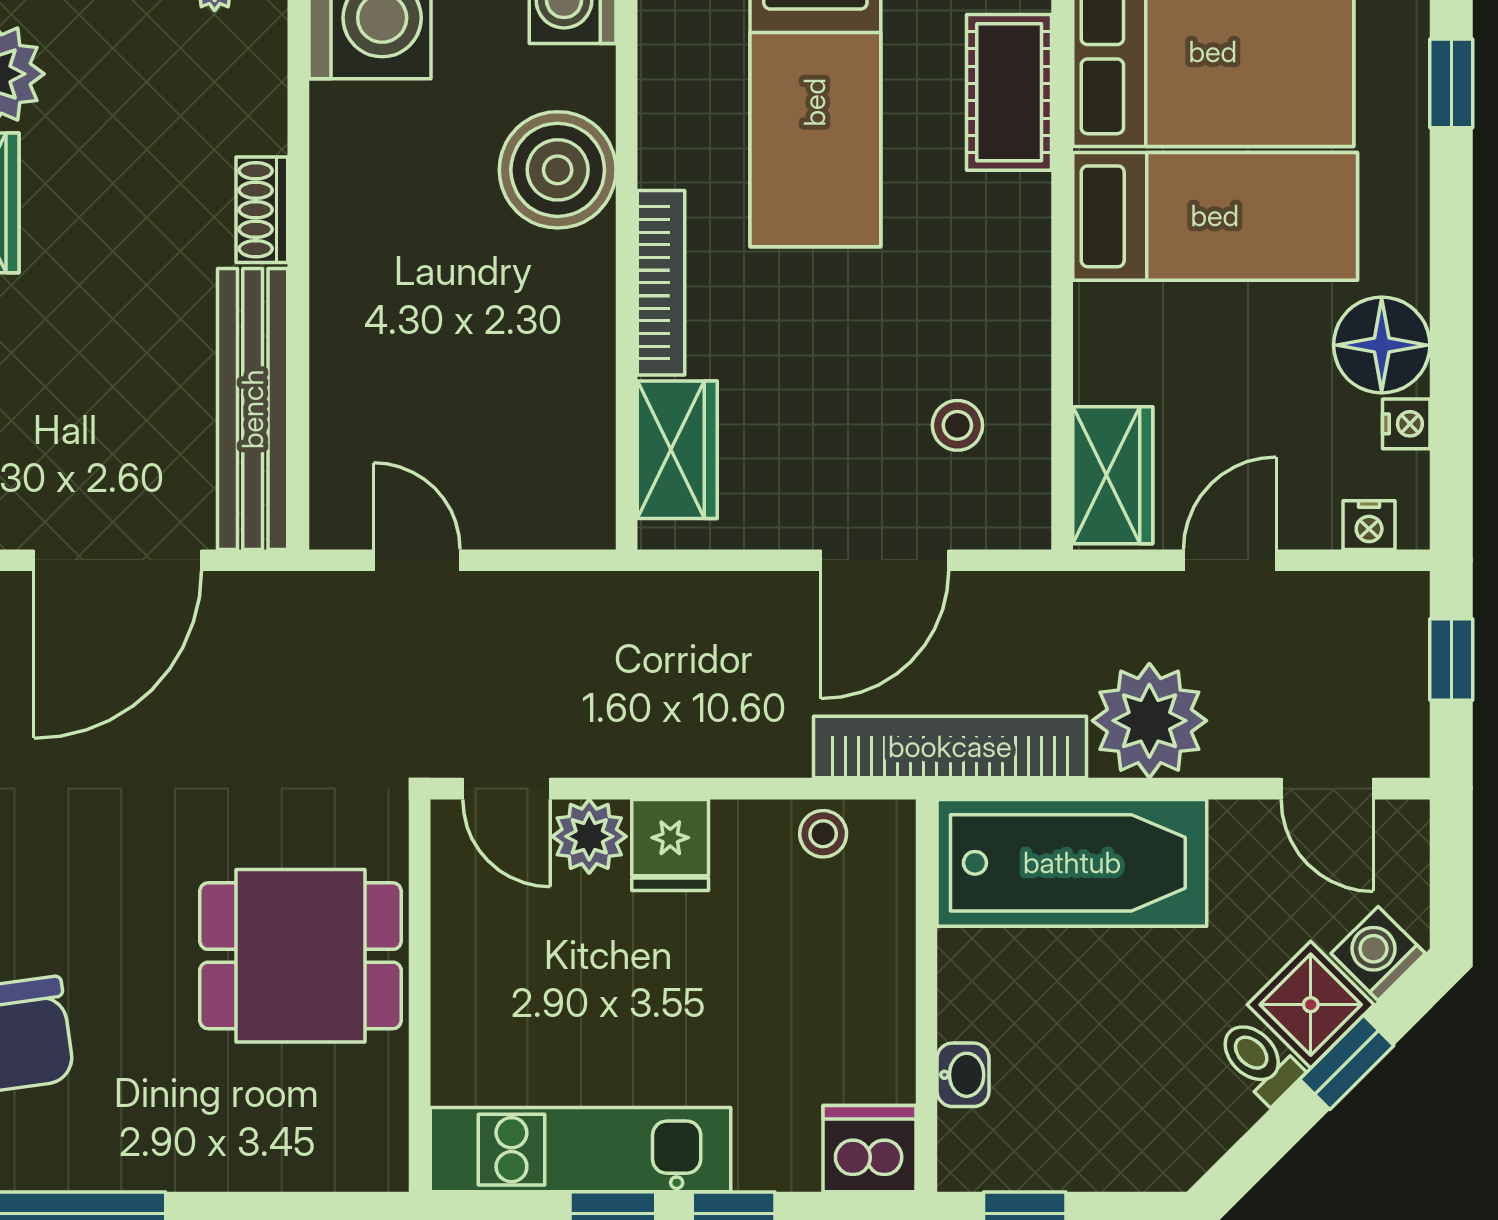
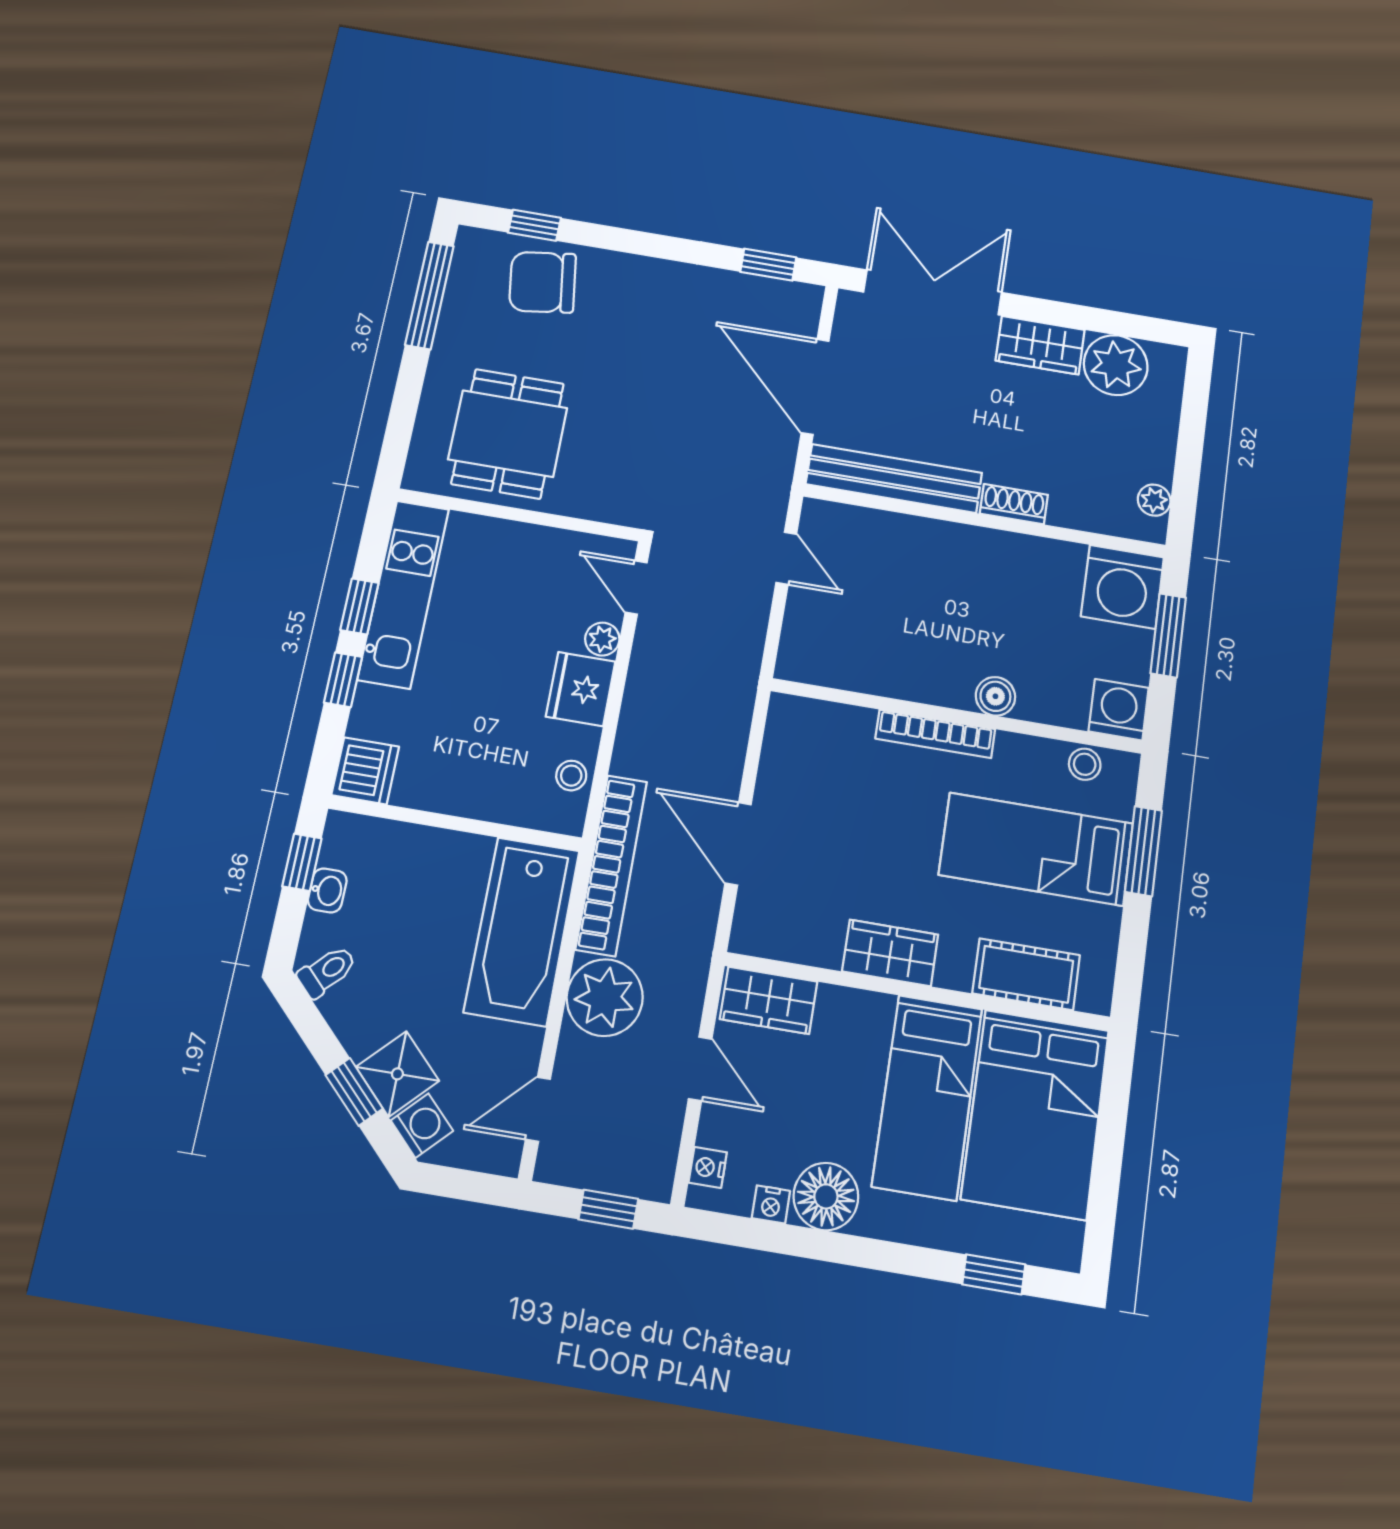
boiler: (558, 170) -> (995, 696), width x0.54, depth x0.54
stool: (957, 425) -> (1085, 764), moved
wardrobe: (677, 450) -> (890, 953), moved, turned 180
door: (417, 560) -> (786, 558), hinge flipped
door: (506, 789) -> (636, 587), hinge flipped
plant: (589, 836) -> (602, 639), width x0.73, depth x0.73
fridge: (670, 845) -> (581, 689), width x1.38
dining table: (301, 956) -> (508, 434), moved
toilet: (1259, 1061) -> (327, 971), moved
washbasin: (963, 1075) -> (327, 890), moved, turned -90

